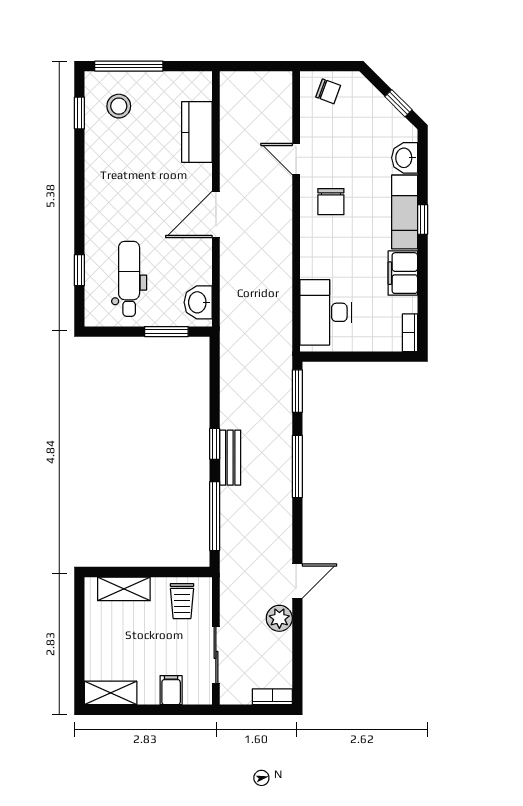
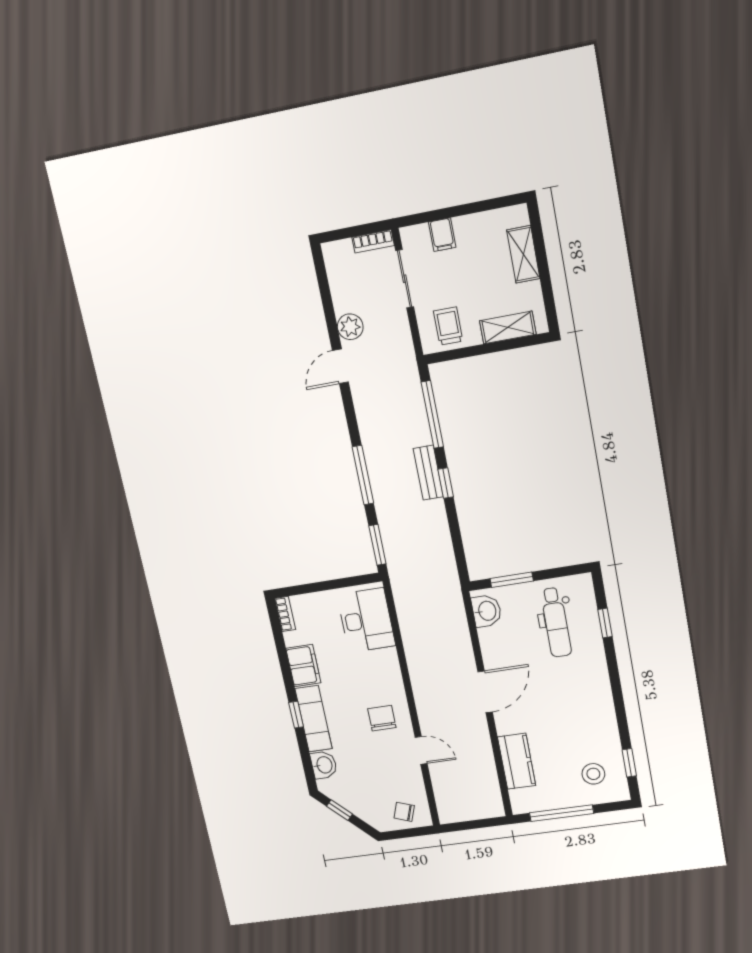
window: (129, 66) -> (562, 813), moved
shelving: (111, 693) -> (523, 254), moved, turned 90
bookcase: (272, 697) -> (373, 241), moved

